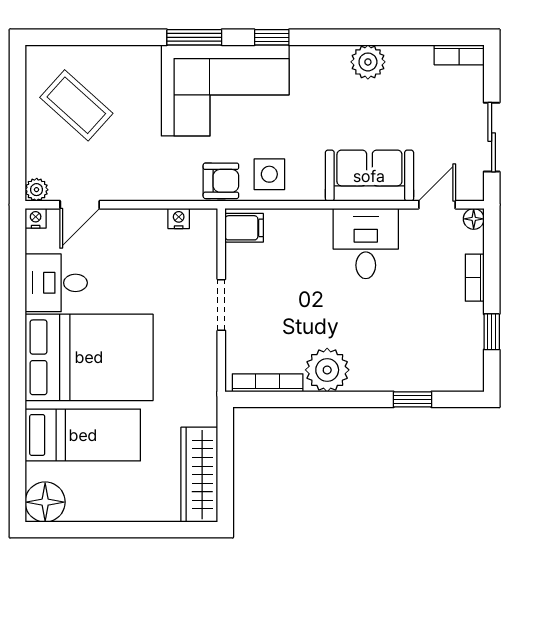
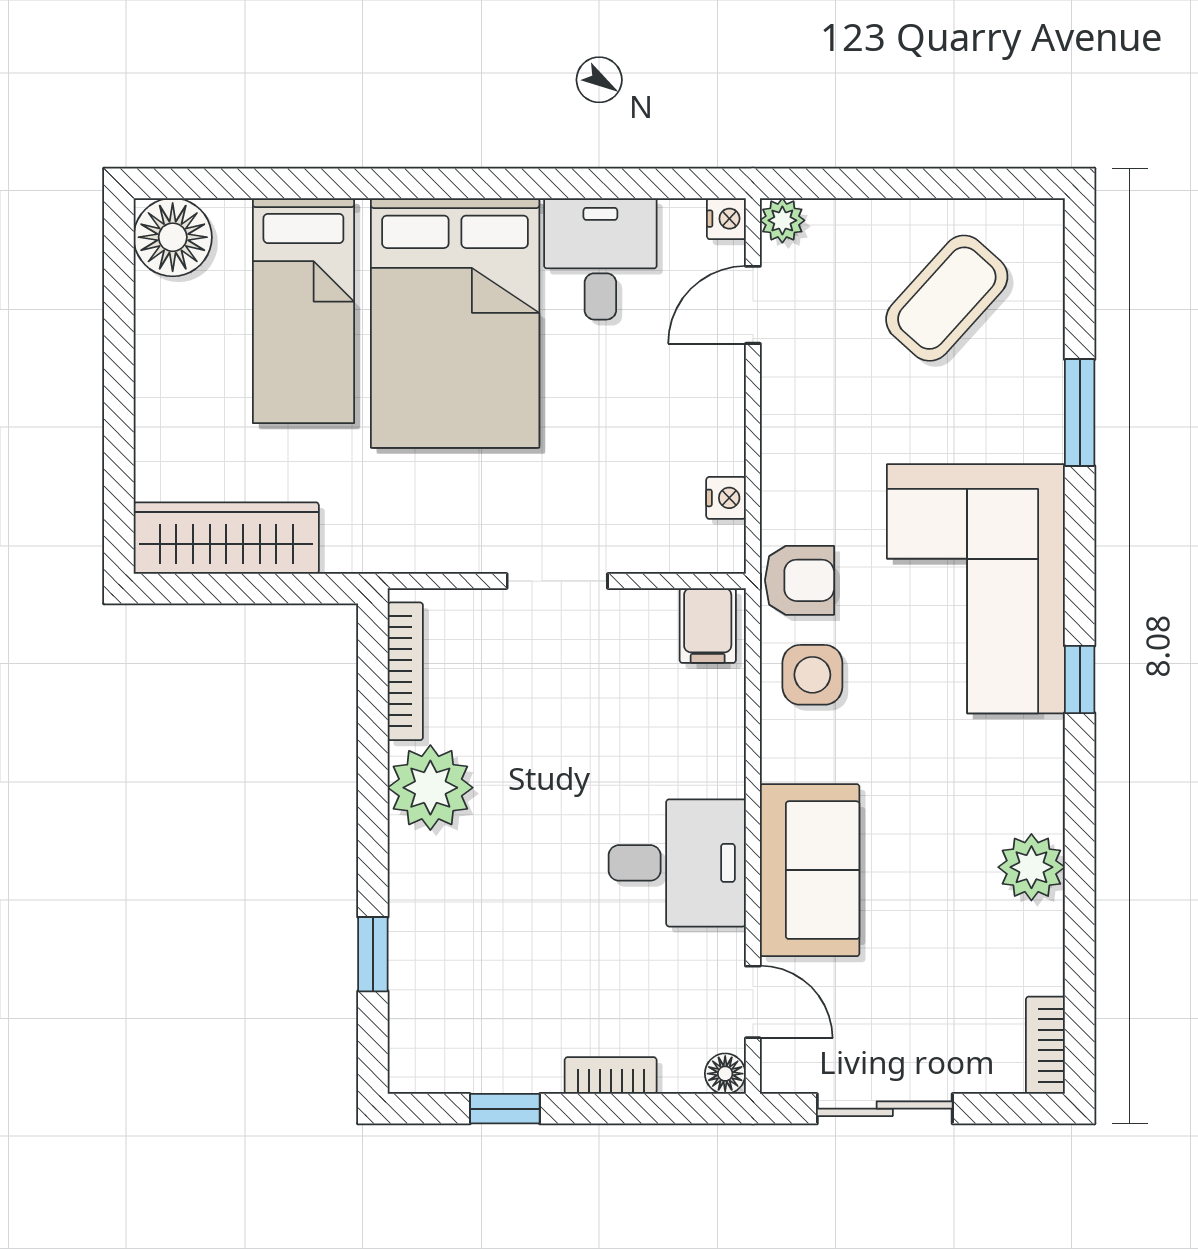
window: (194, 37) -> (1080, 413), moved
armchair: (221, 181) -> (800, 580), turned -90
door: (80, 205) -> (753, 305), hinge flipped

